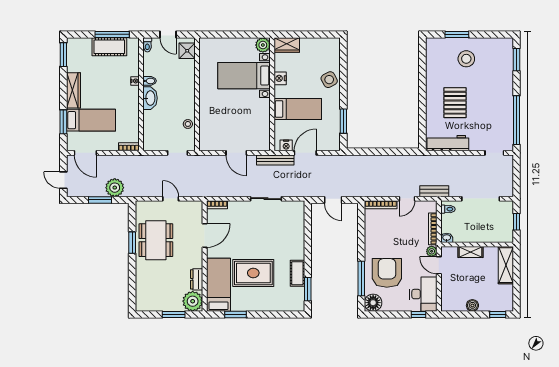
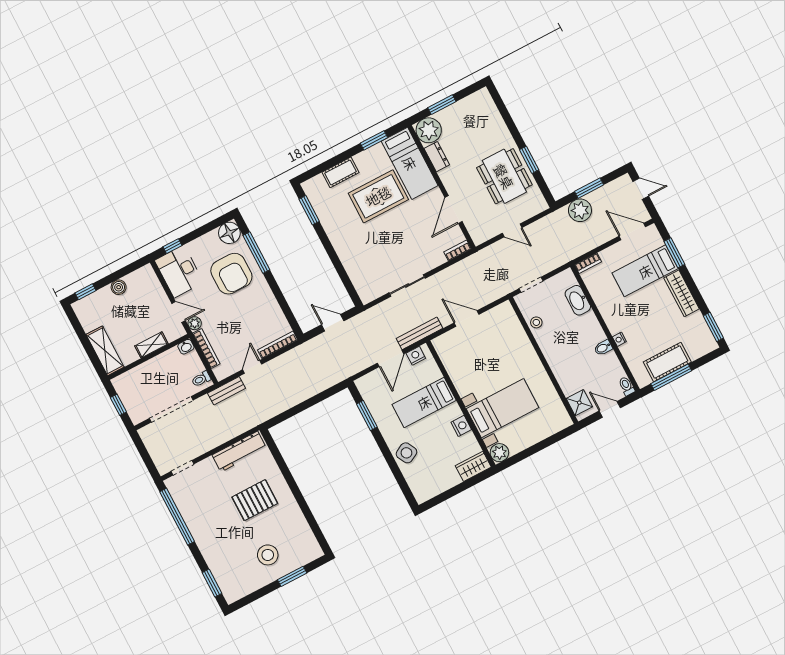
washbasin: (150, 98) -> (578, 300), moved
pallet: (455, 103) -> (255, 500), turned 90
cot: (297, 273) -> (341, 172), moved, turned 90

